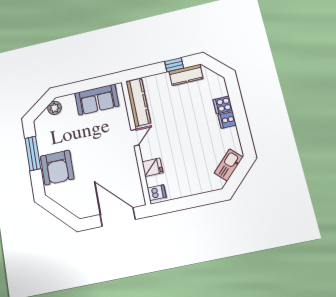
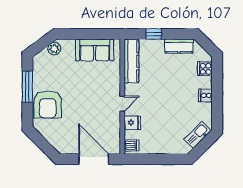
window: (174, 65) -> (154, 34), moved
cooker: (223, 105) -> (205, 69), moved
door: (135, 138) -> (122, 104), moved

